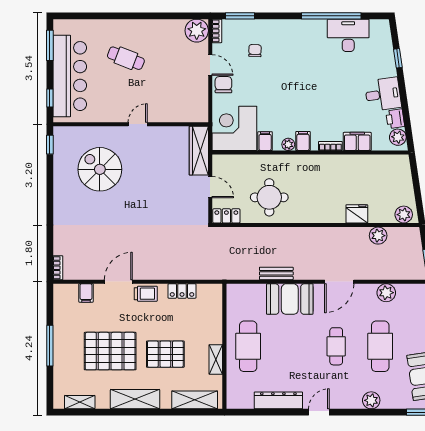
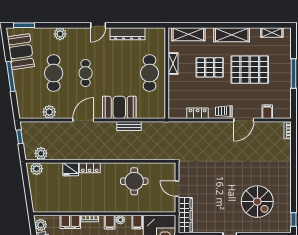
locker: (226, 216) -> (90, 168), moved
plant: (378, 236) -> (41, 153), moved

